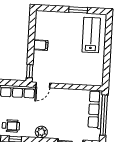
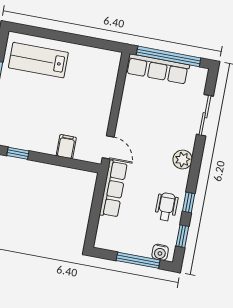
filing cabinet: (41, 45) -> (66, 147), moved
window: (30, 71) -> (18, 153), moved

